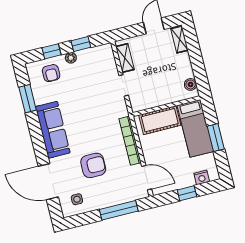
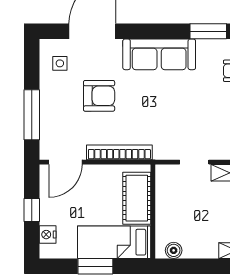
armchair: (93, 165) -> (99, 96), turned -90

